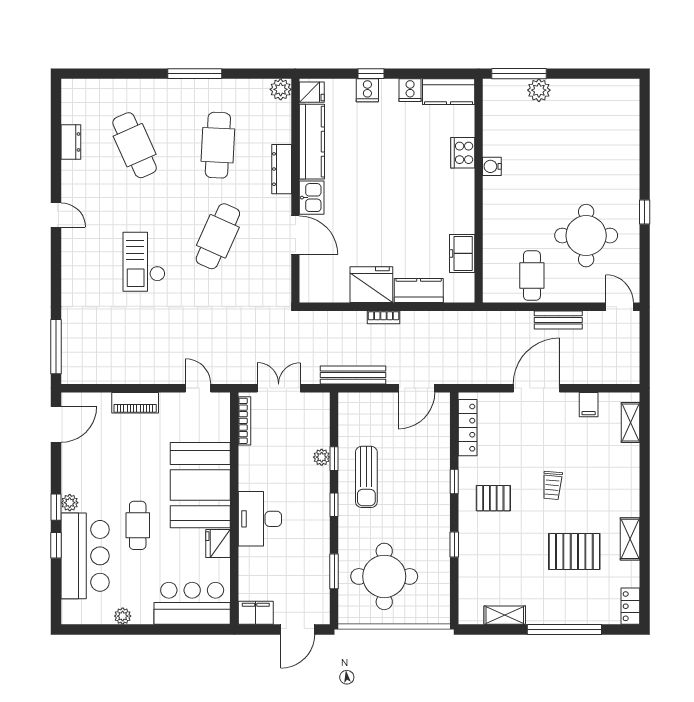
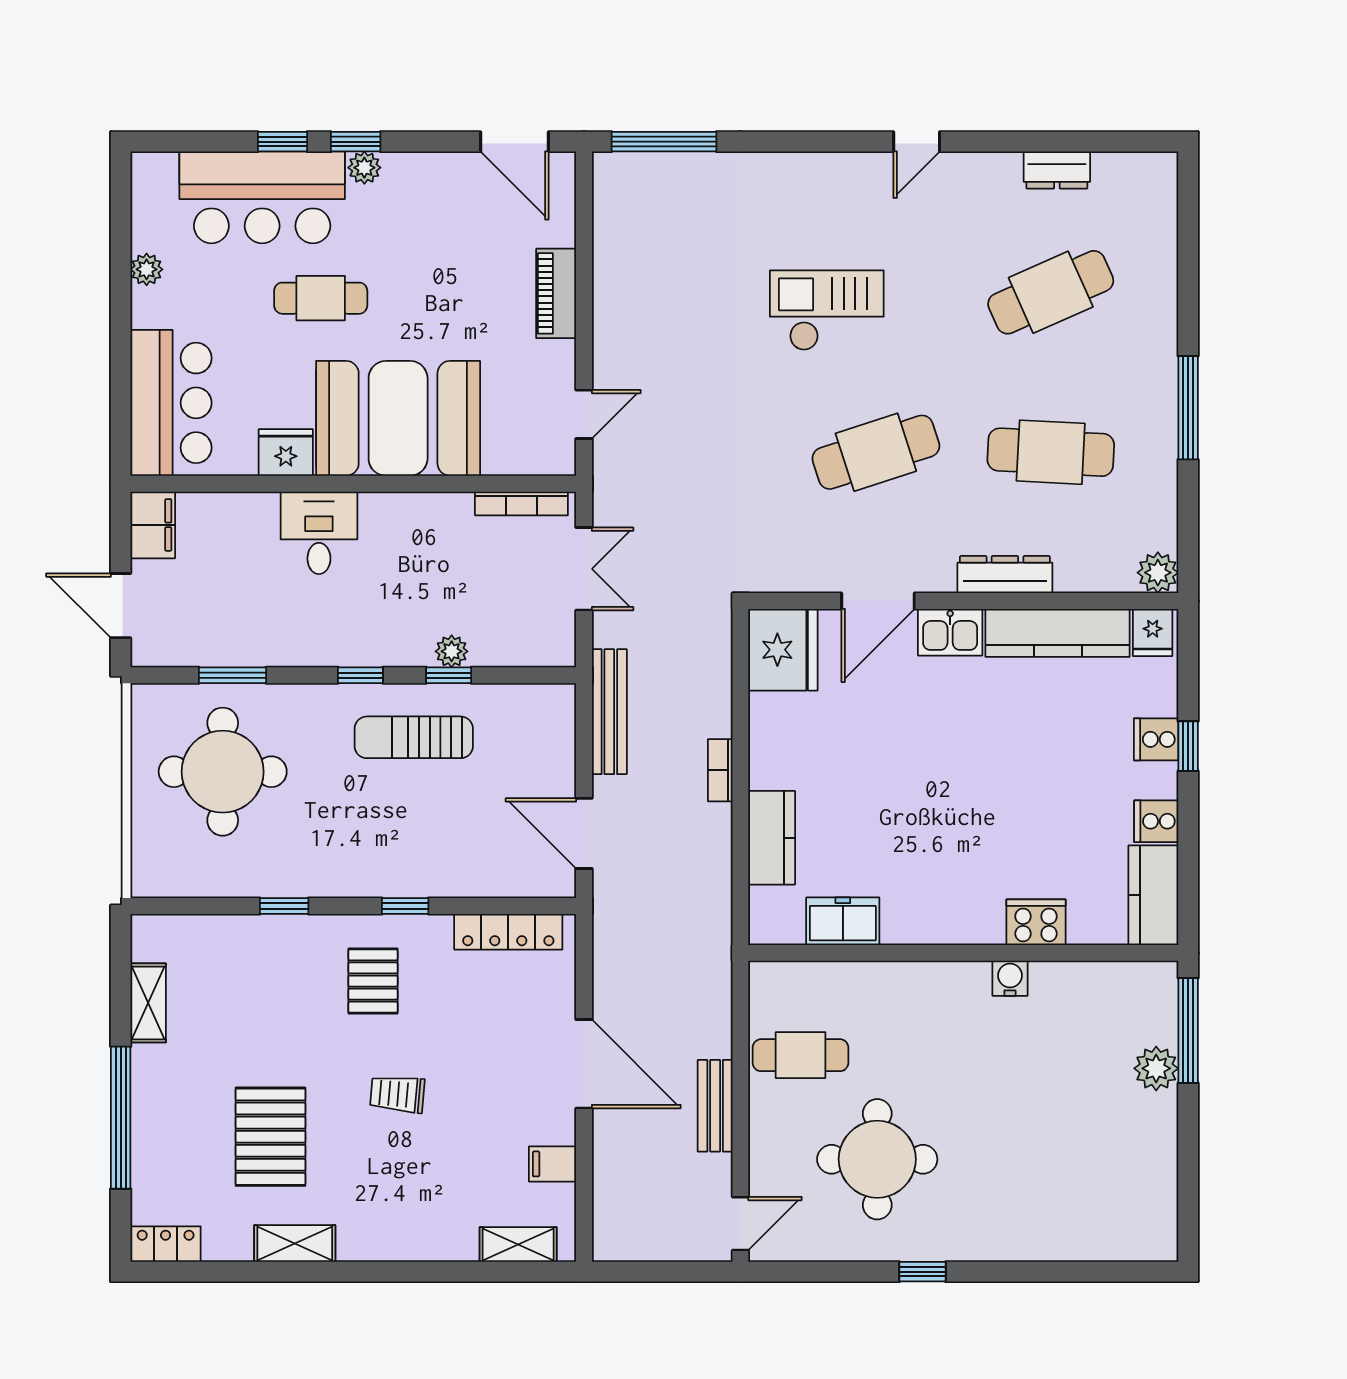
cafe table: (218, 236) -> (876, 452), turned -42
fridge: (371, 285) -> (783, 650), moved
desk: (260, 519) -> (319, 533), width x0.73

